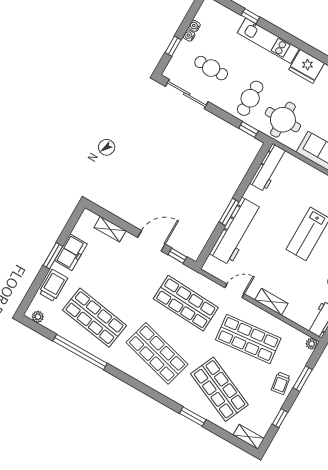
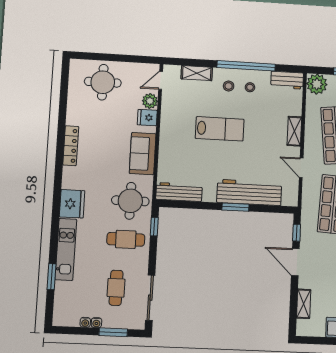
window: (250, 16) -> (51, 277), width x1.50
window: (173, 46) -> (113, 332), width x1.50
plant: (312, 344) -> (317, 84), width x1.87, depth x1.87

